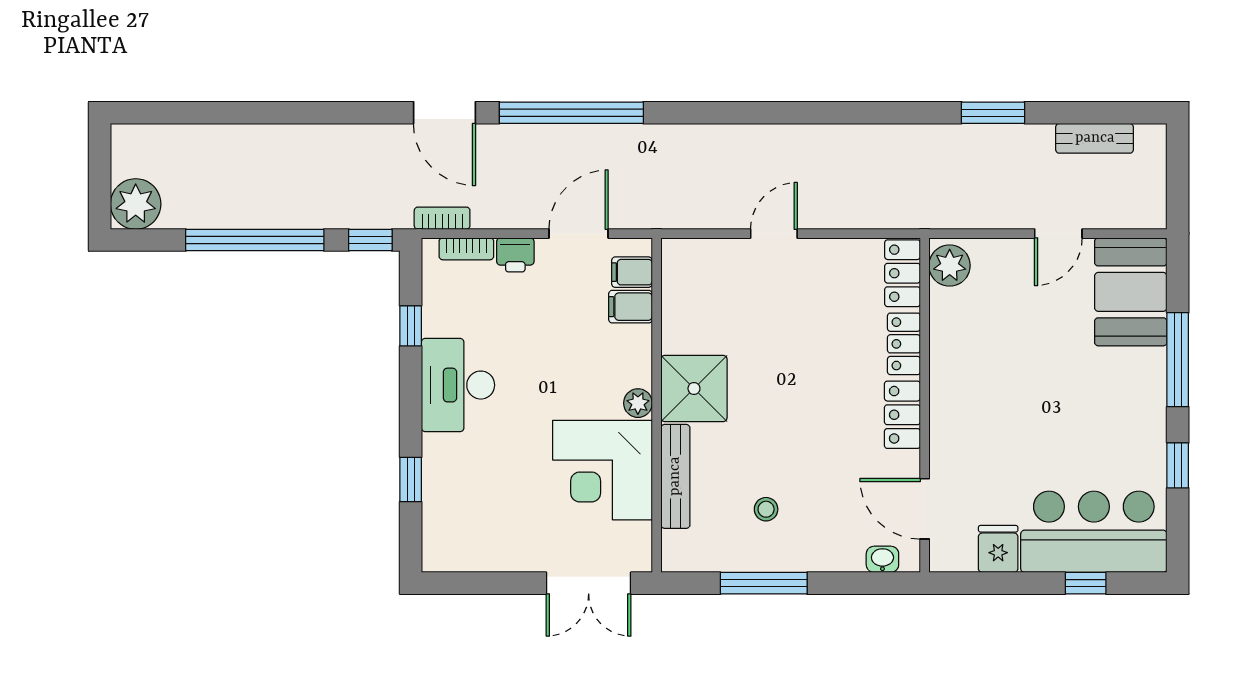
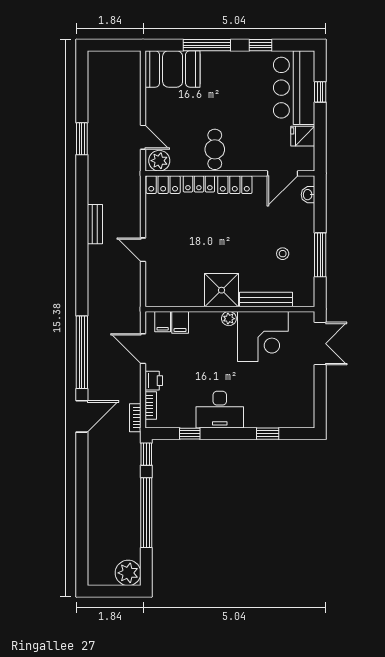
bench: (1095, 138) -> (95, 224), moved
door: (1058, 234) -> (143, 137), moved
cafe table: (972, 375) -> (215, 149), added

